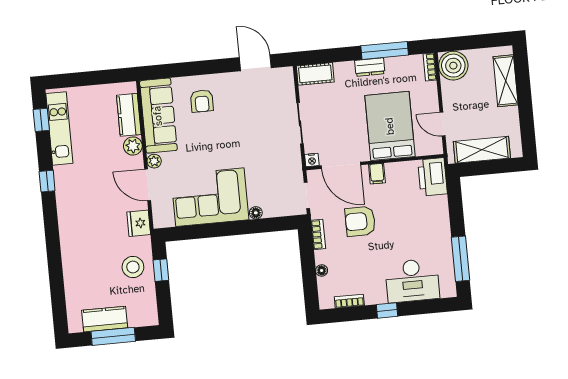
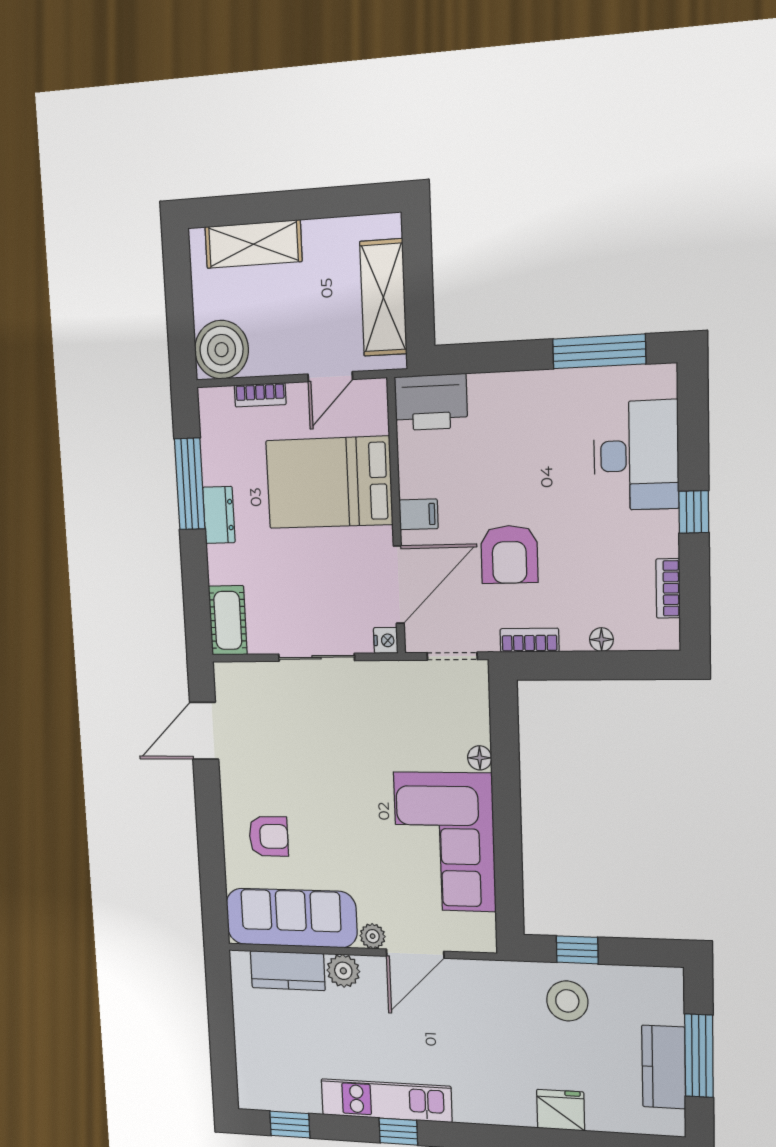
bookcase: (430, 67) -> (260, 395), moved
kitchen unit: (59, 128) -> (386, 1101), moved
fridge: (139, 223) -> (561, 1110), moved, turned 180

